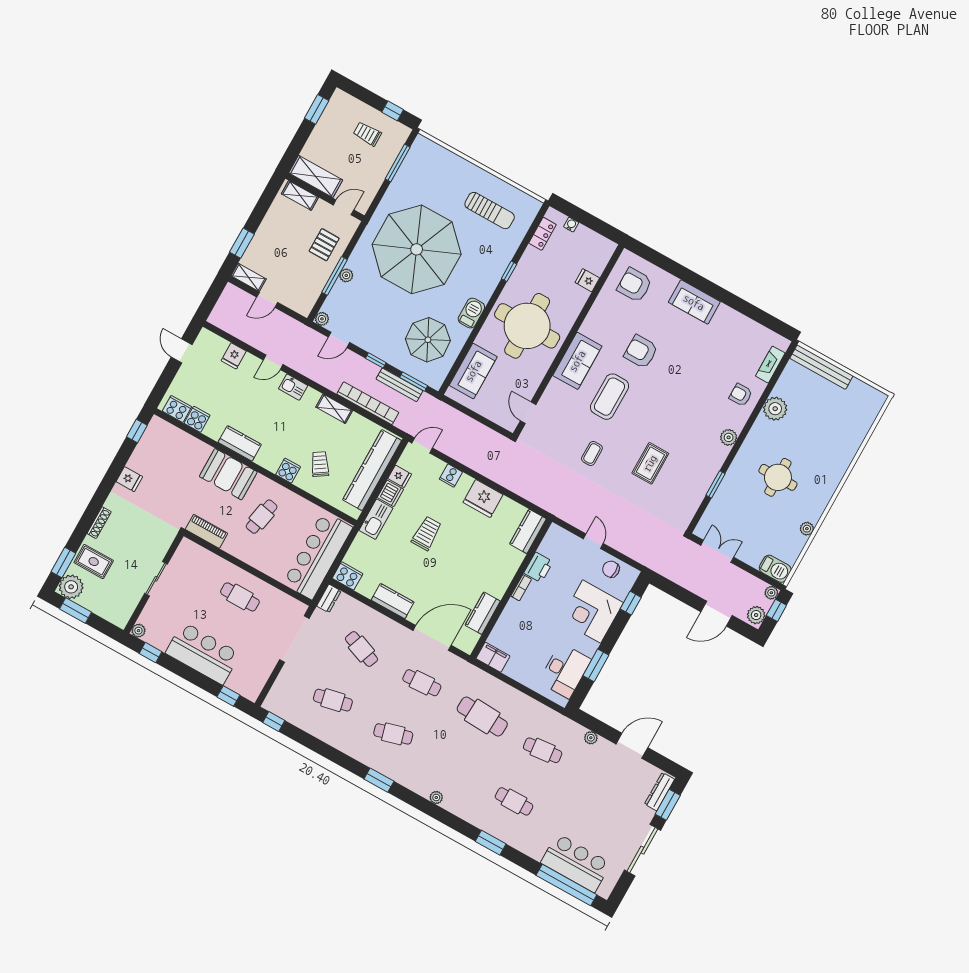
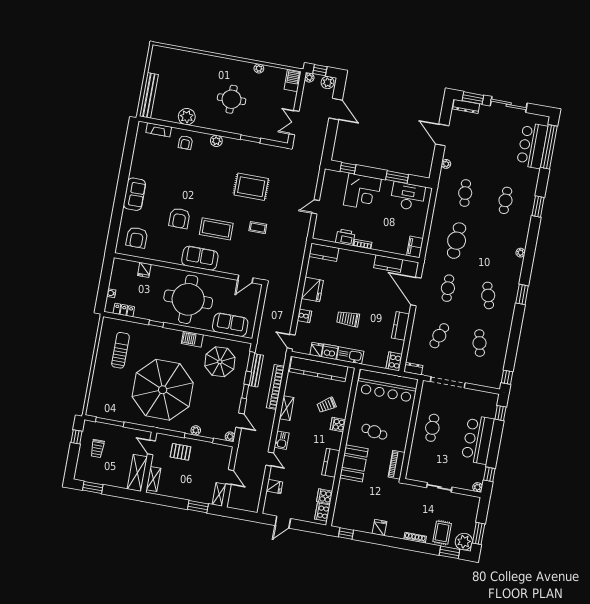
rug: (650, 463) -> (251, 187), width x1.36, depth x1.43
chair: (611, 569) -> (330, 189), removed

